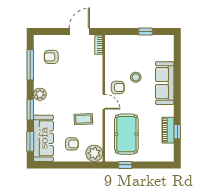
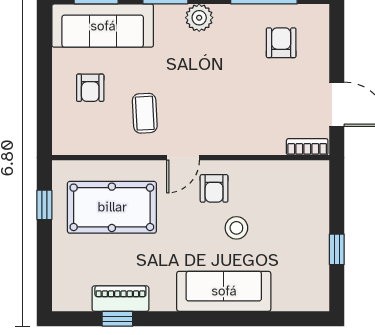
plant: (94, 153) -> (70, 137), removed

